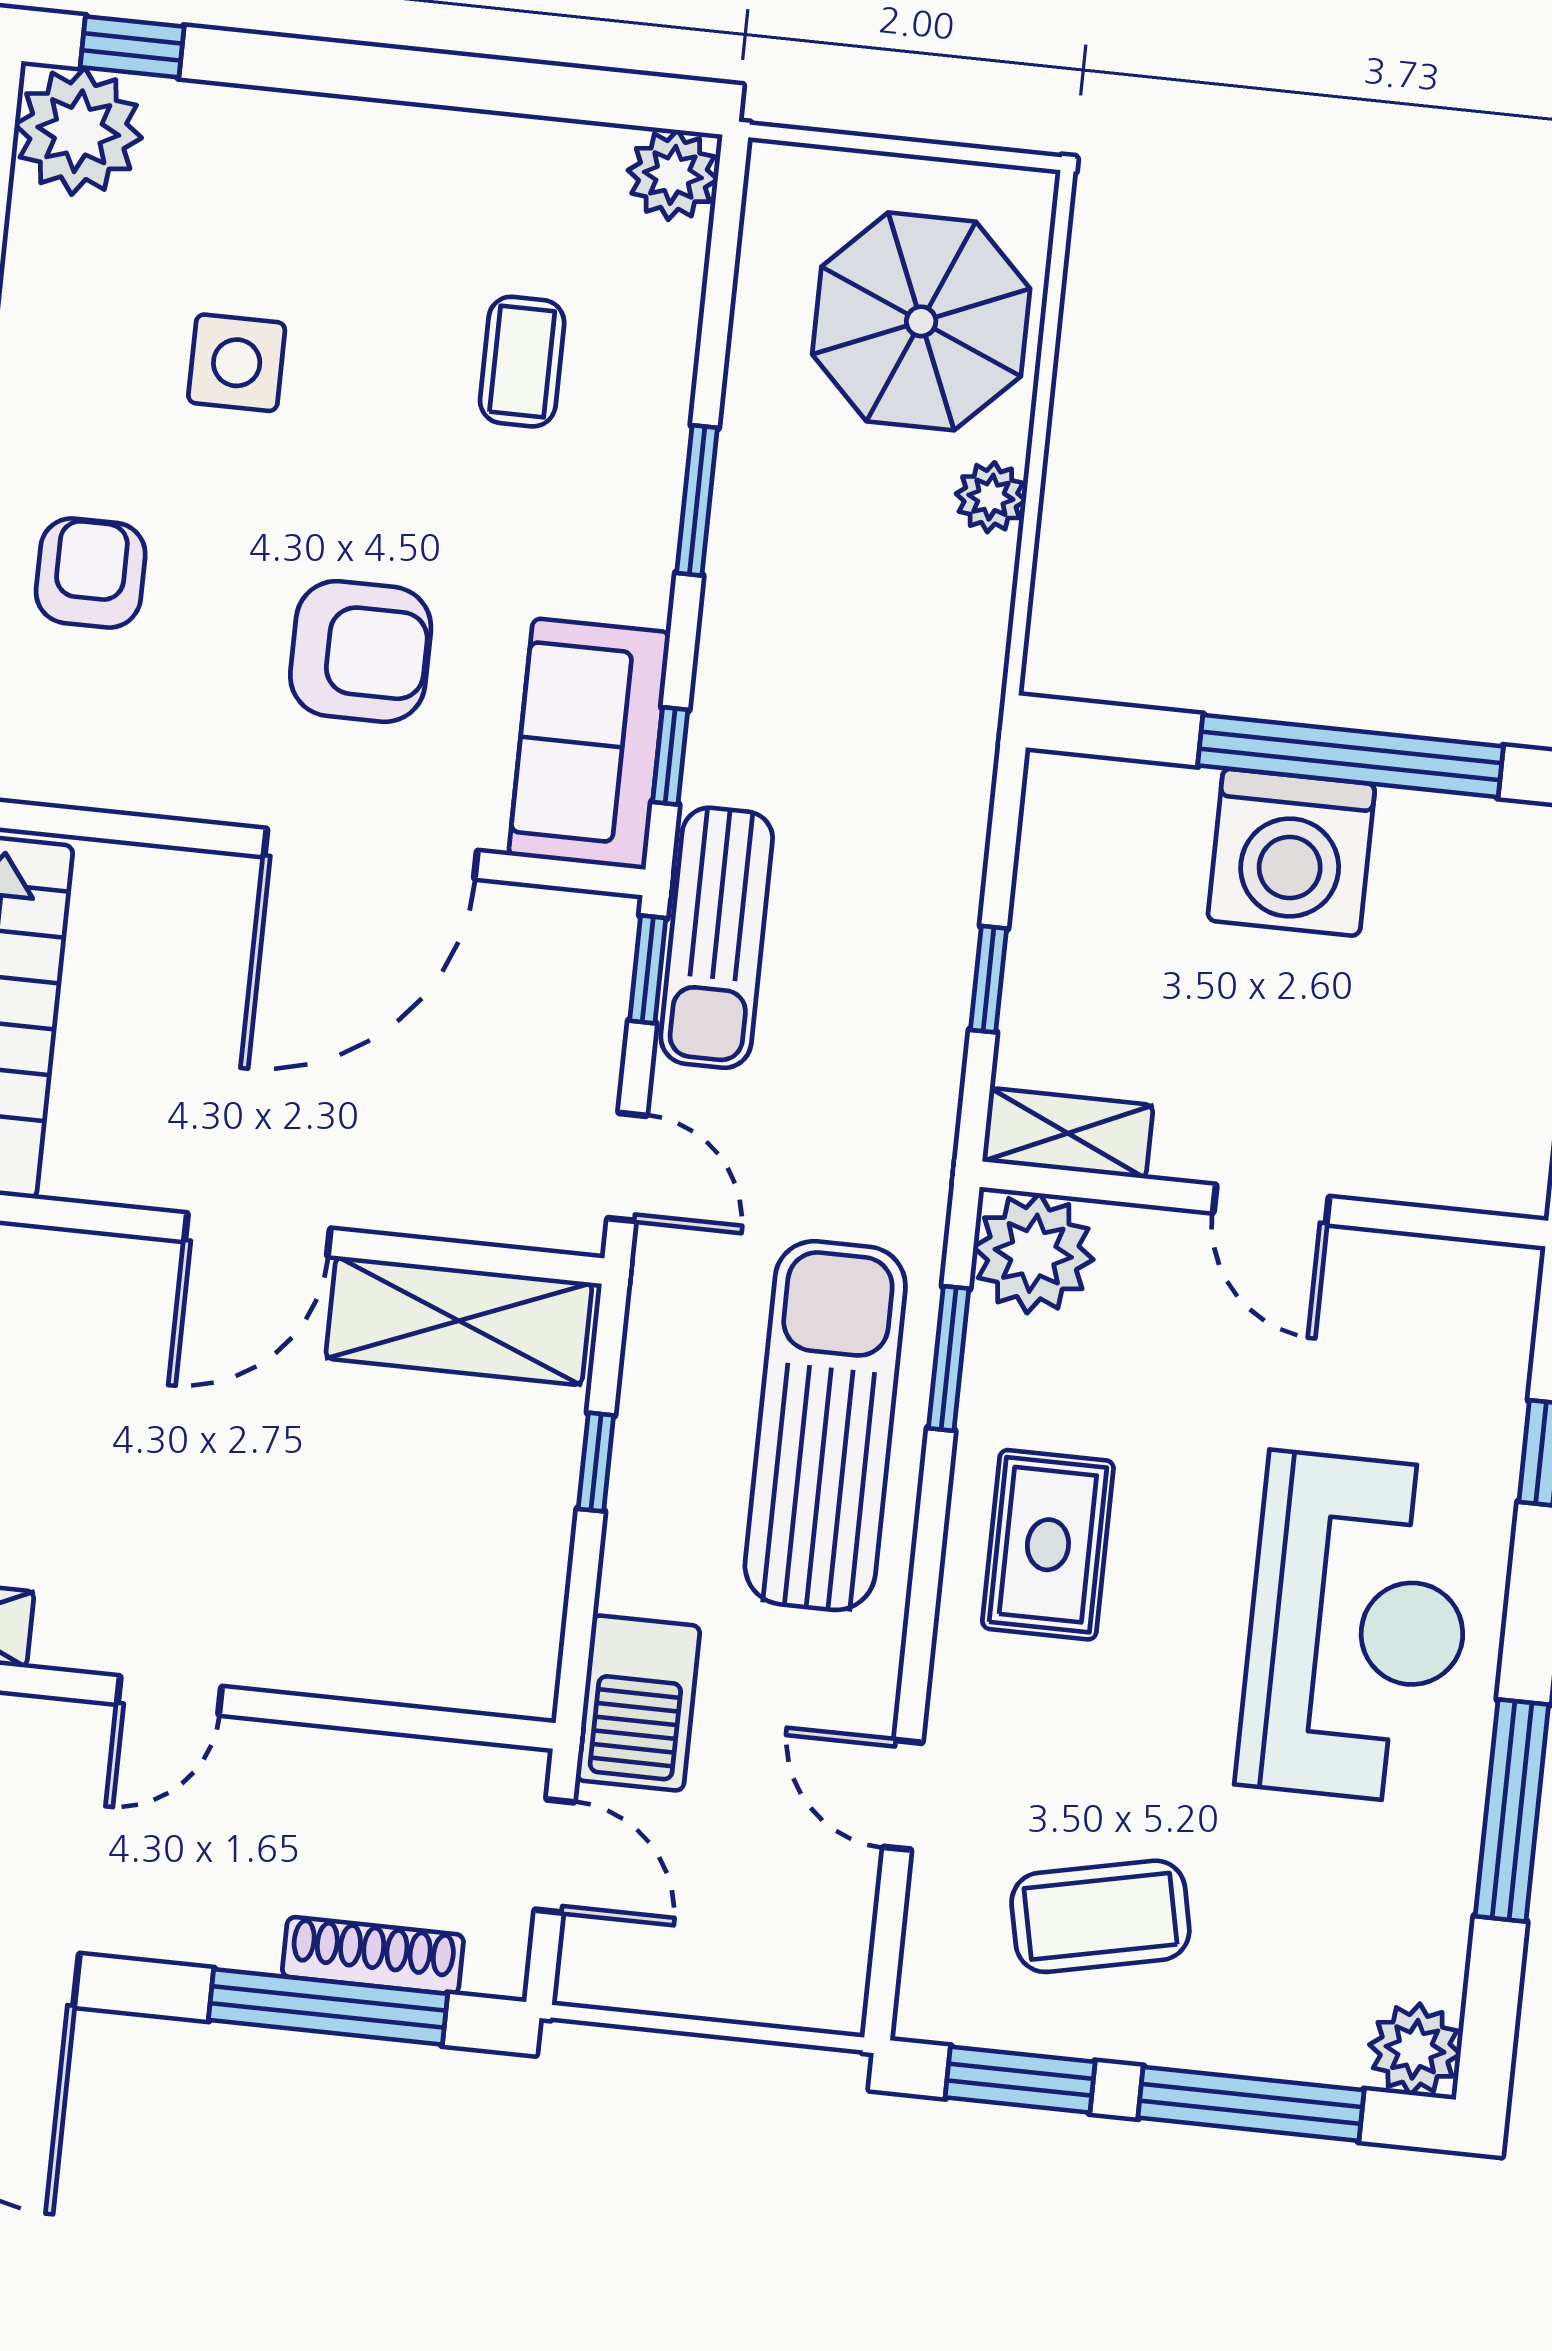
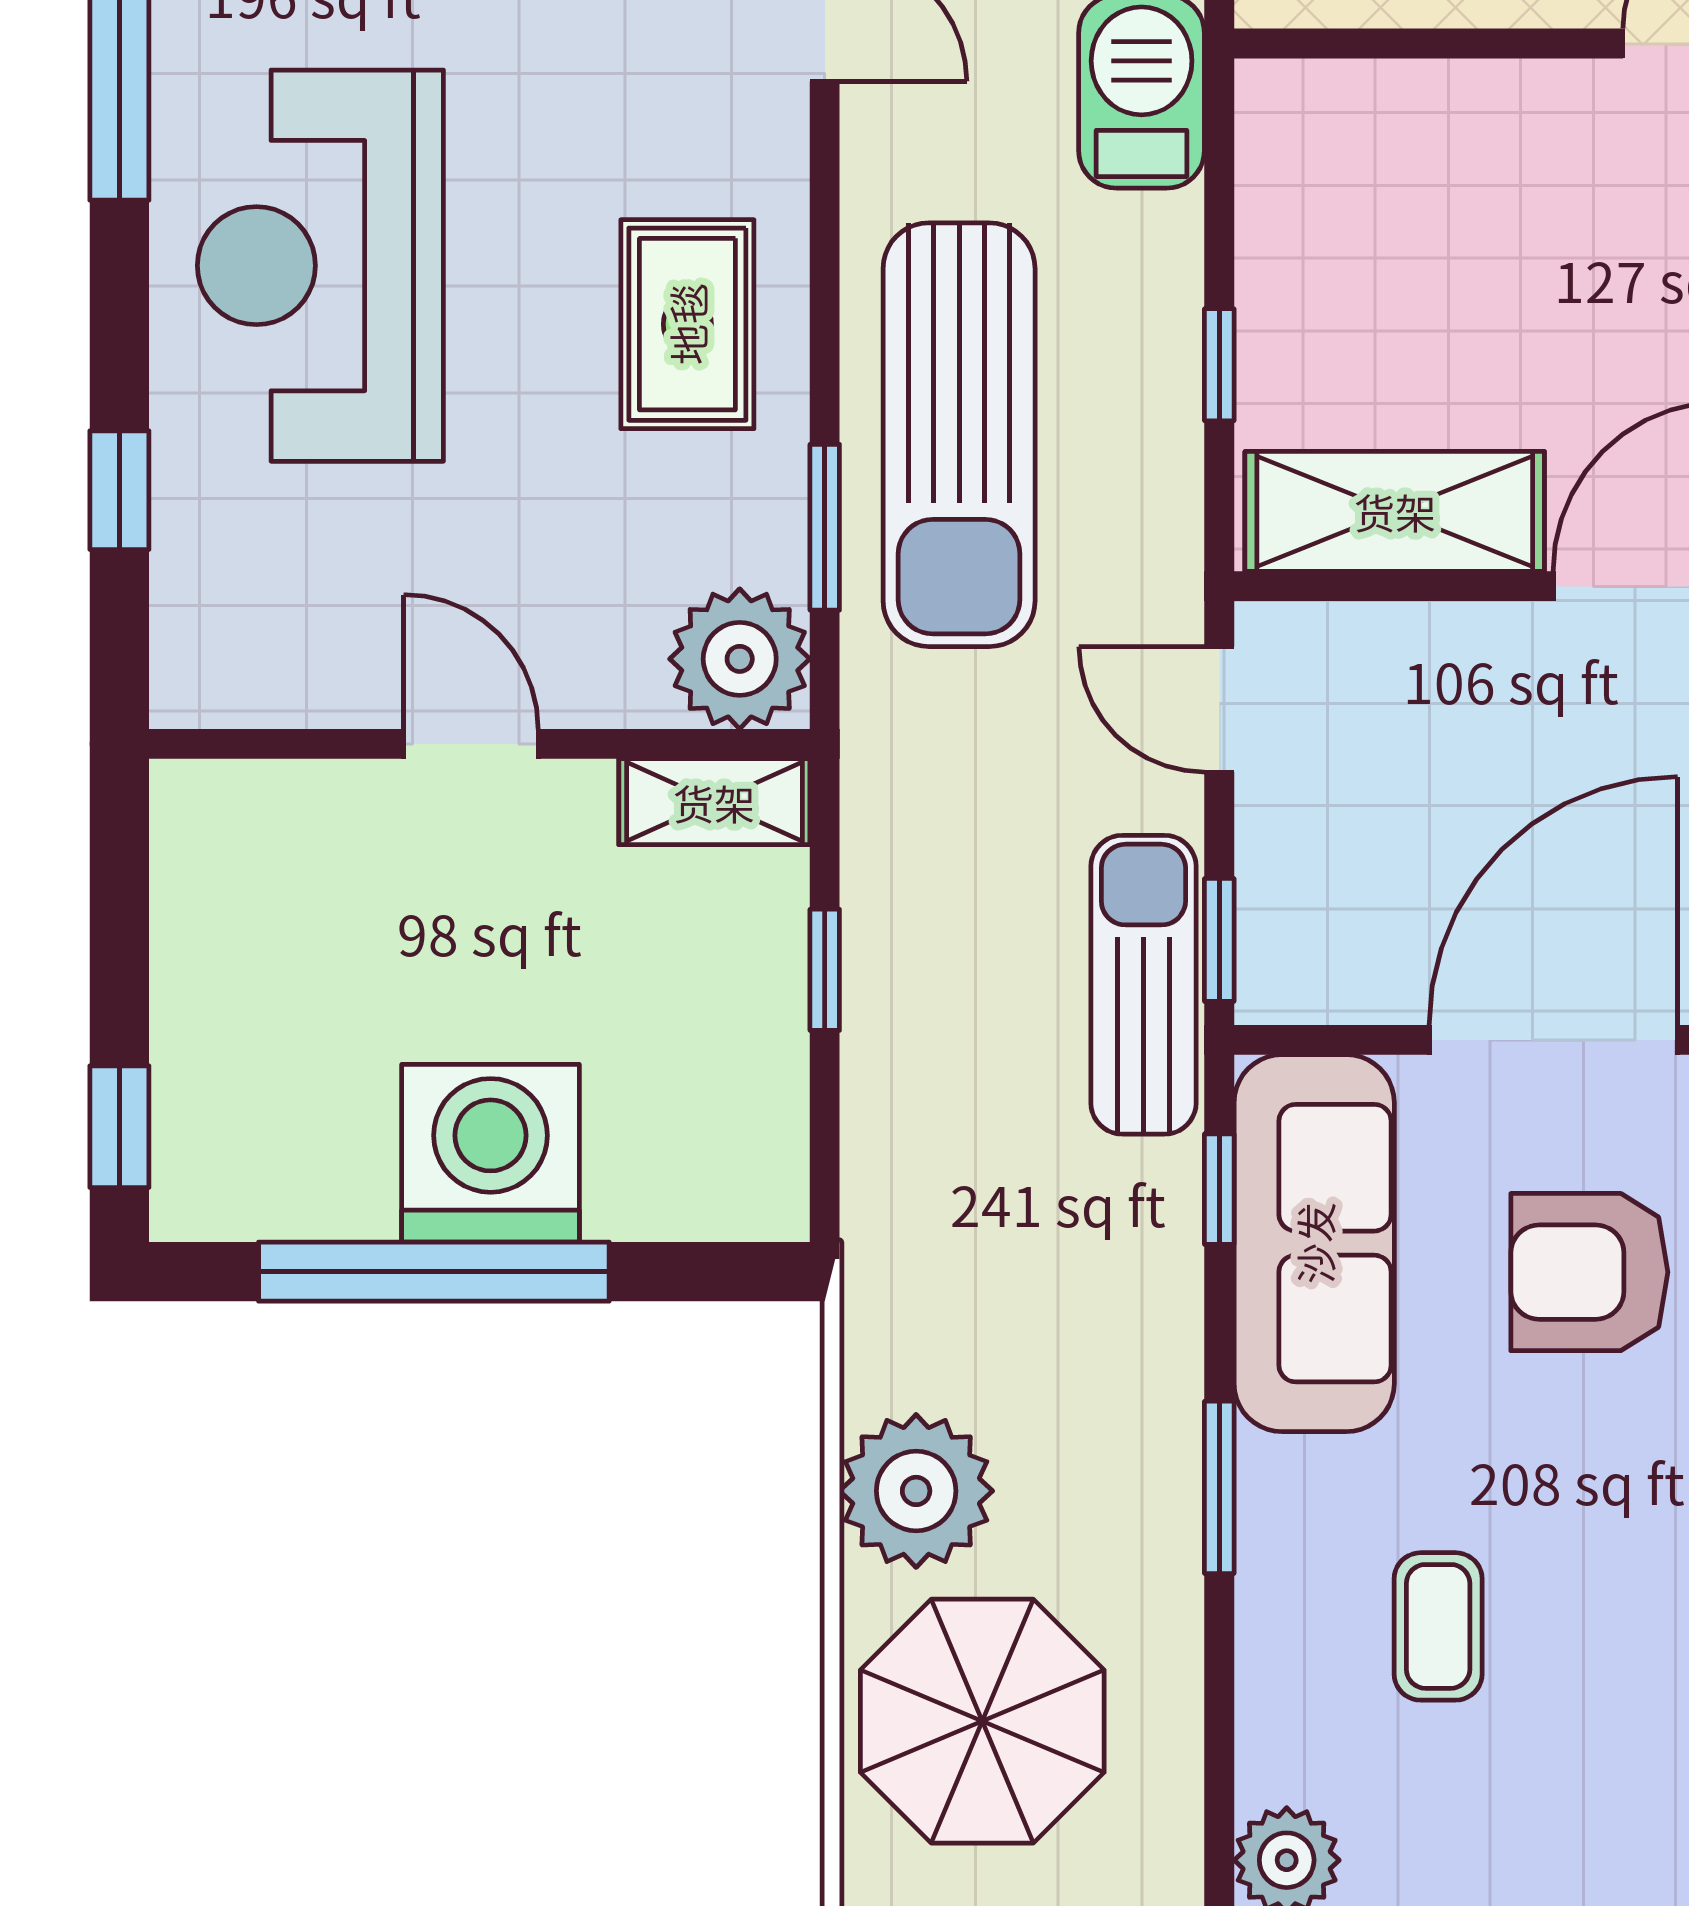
plant: (991, 497) -> (916, 1491), width x1.87, depth x1.87
sofa: (589, 744) -> (1314, 1243), width x1.36

